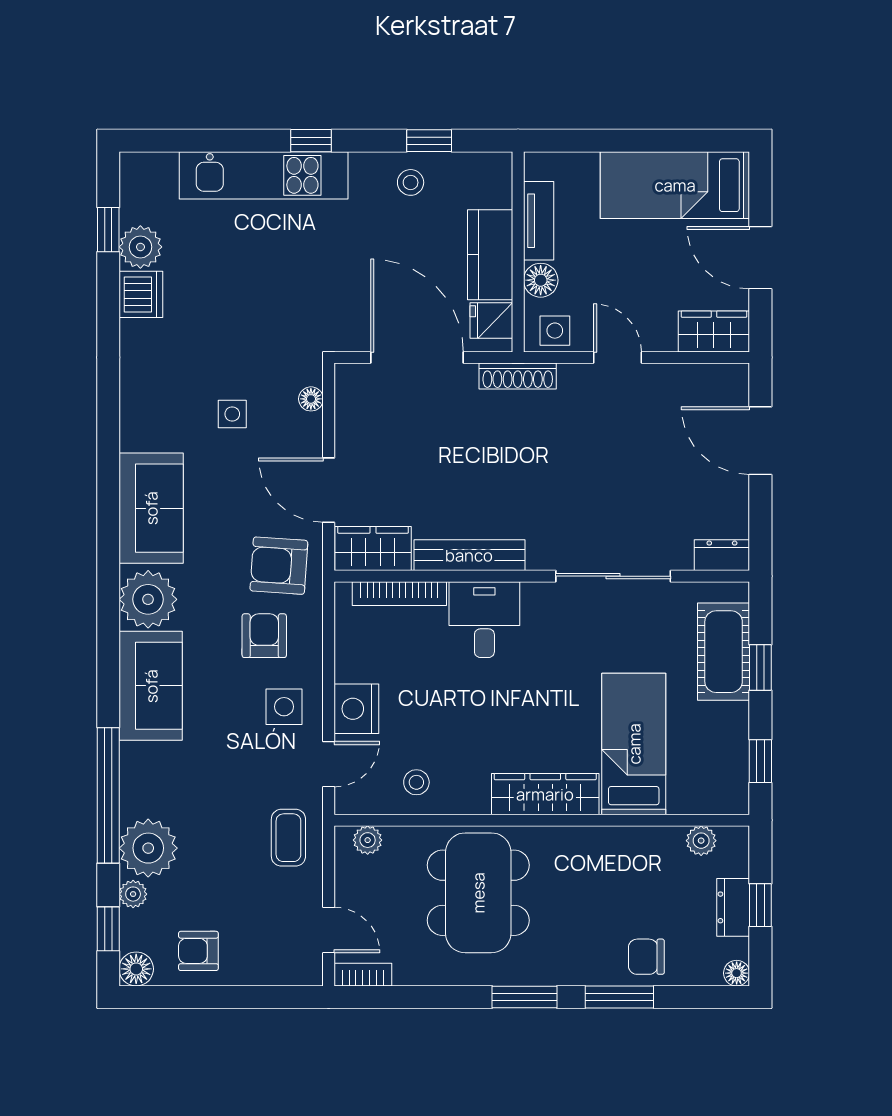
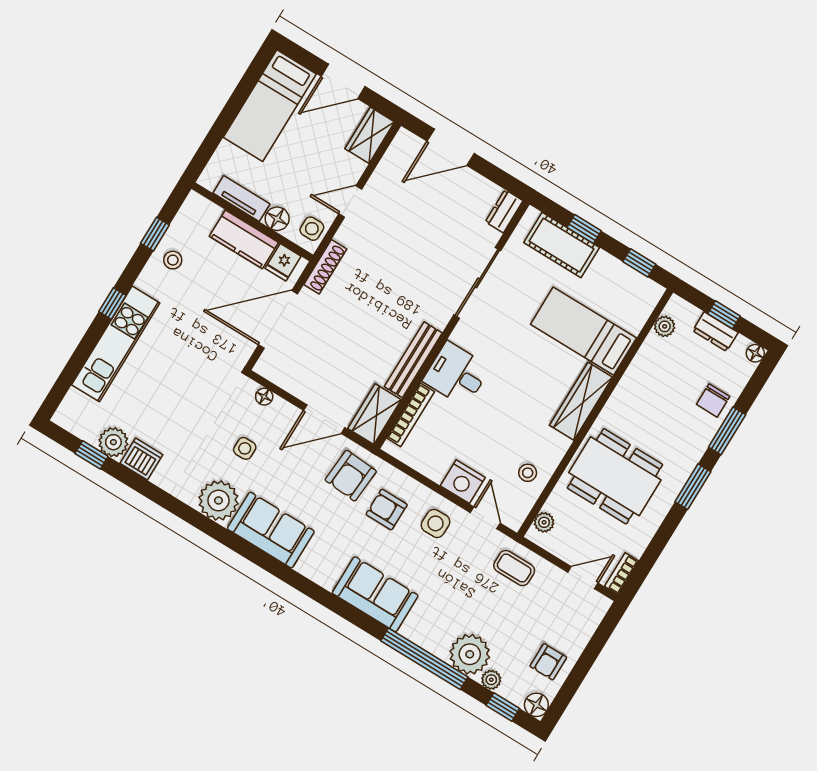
plant: (148, 599) -> (218, 500), moved

